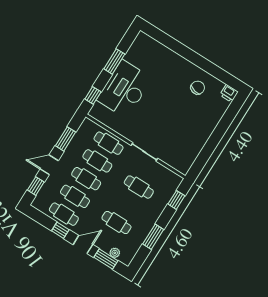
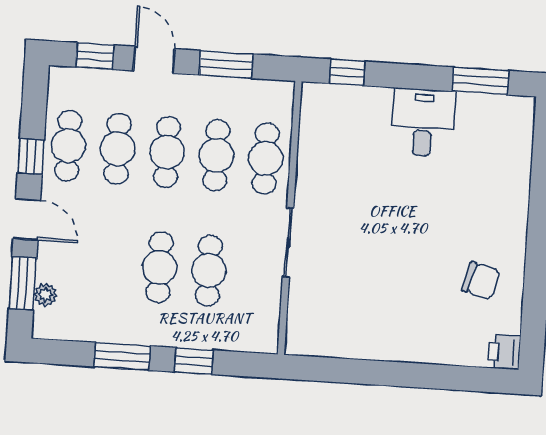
window: (114, 61) -> (481, 81), moved
desk: (124, 89) -> (423, 122), width x0.53, depth x0.77
window: (176, 200) -> (194, 361), moved
cafe table: (116, 223) -> (160, 267), moved

